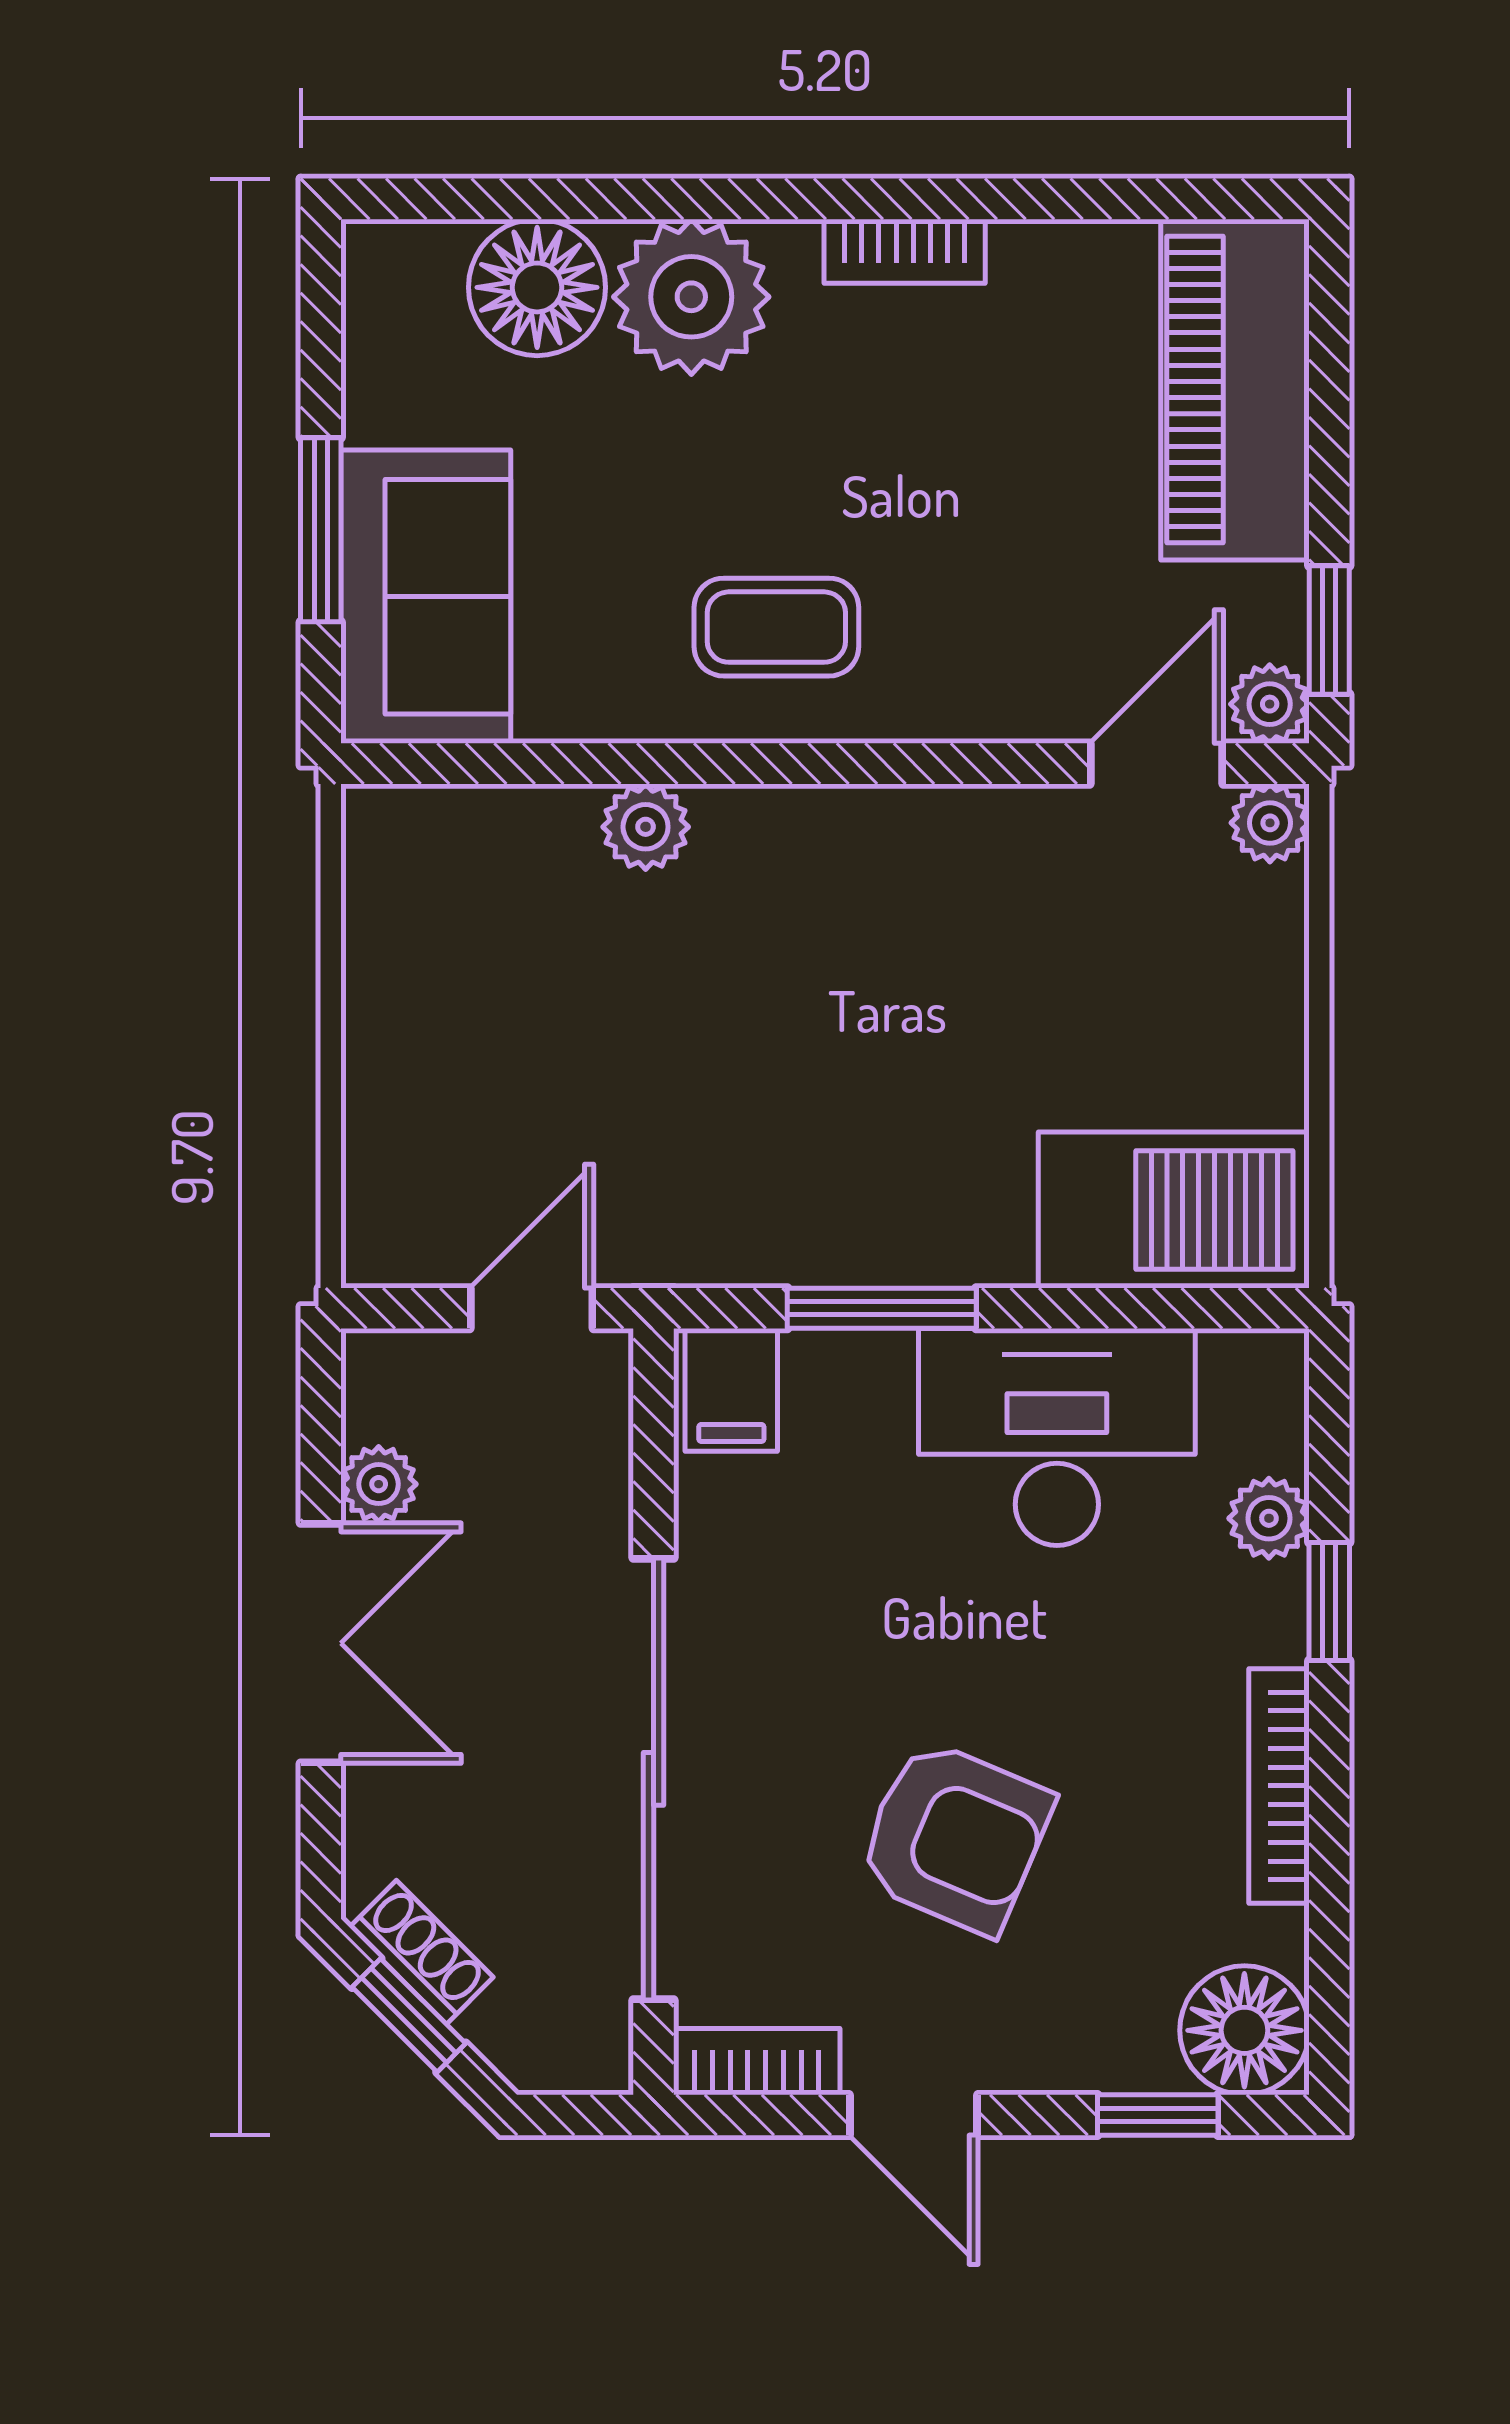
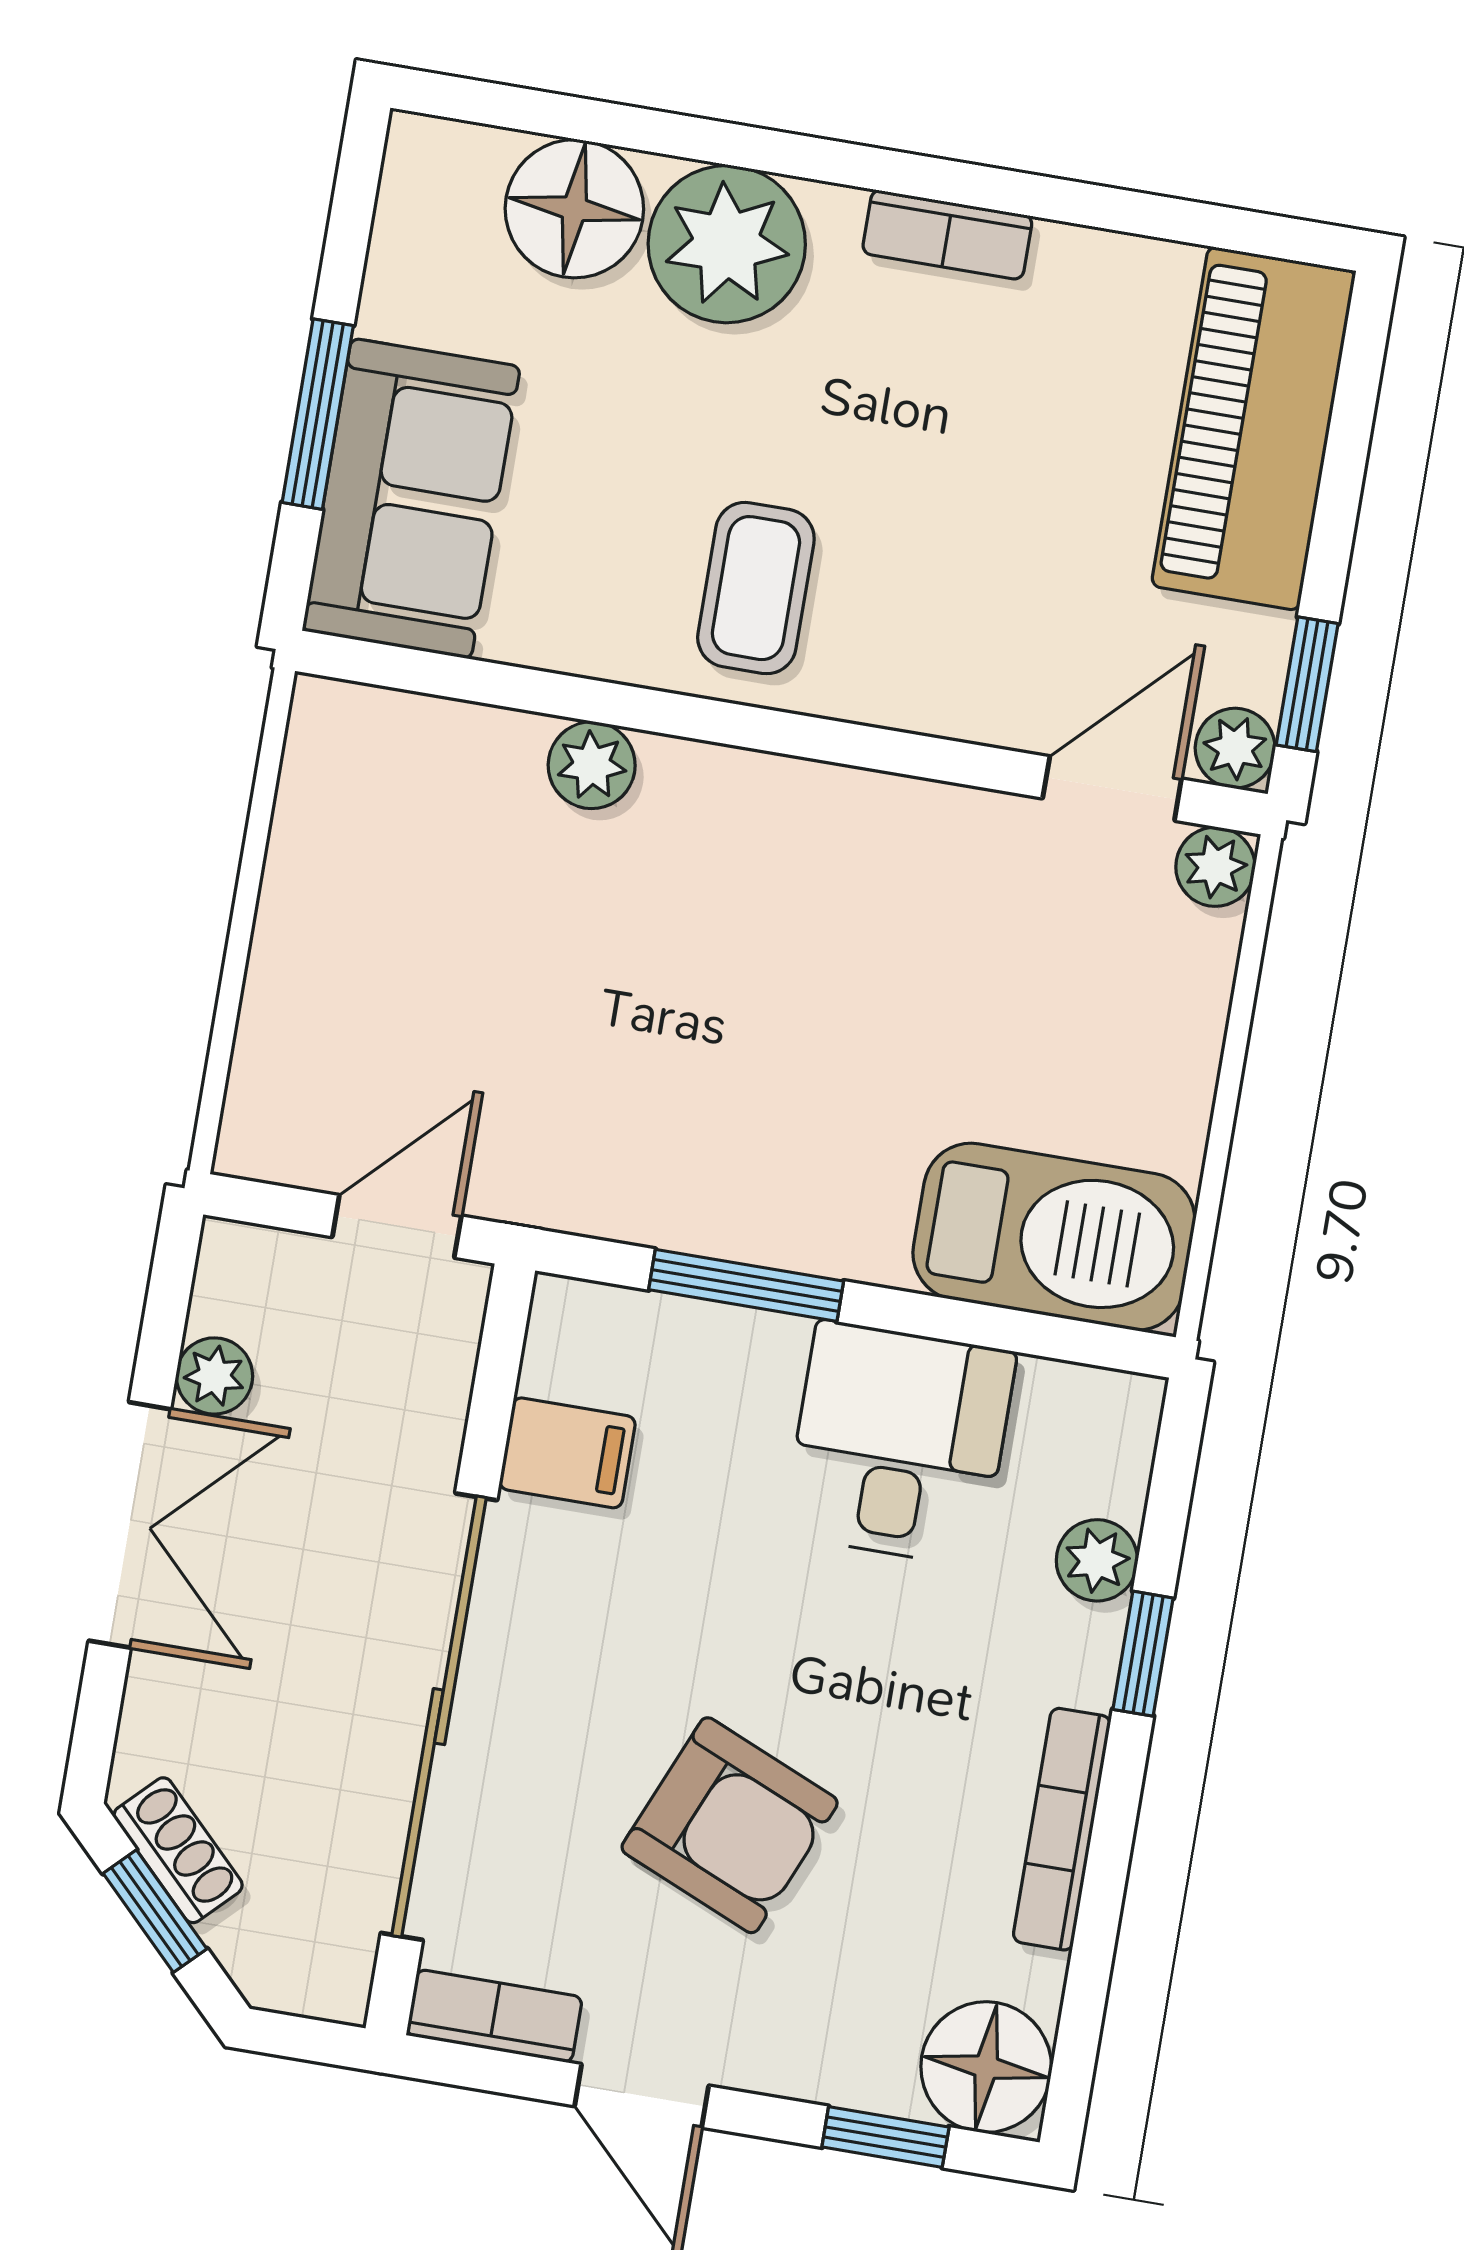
coffee table: (776, 627) -> (756, 588), turned 90
filing cabinet: (731, 1390) -> (567, 1453), moved, turned -90
desk: (1057, 1437) -> (899, 1444), width x0.73

